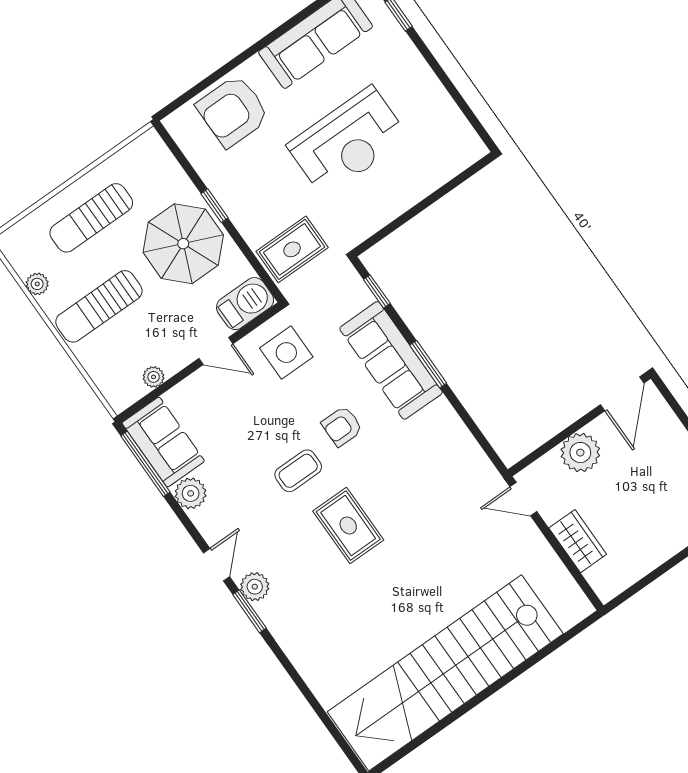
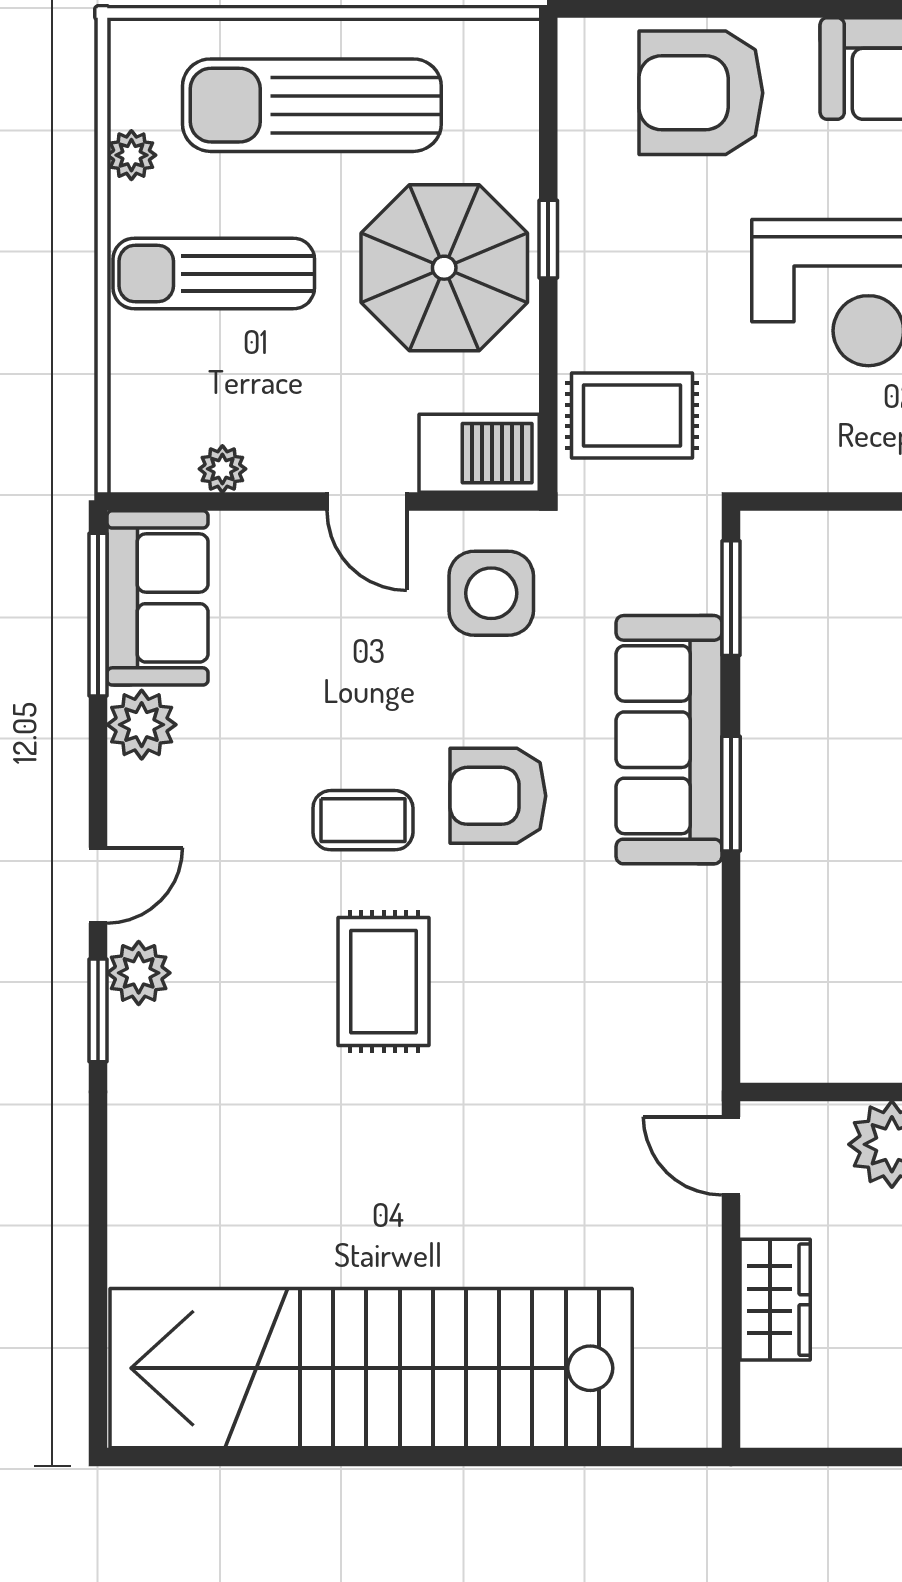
sun lounger: (91, 218) -> (312, 105), width x1.36, depth x1.34
window: (377, 291) -> (731, 598), width x1.50
armchair: (342, 426) -> (498, 796), width x1.38, depth x1.38

